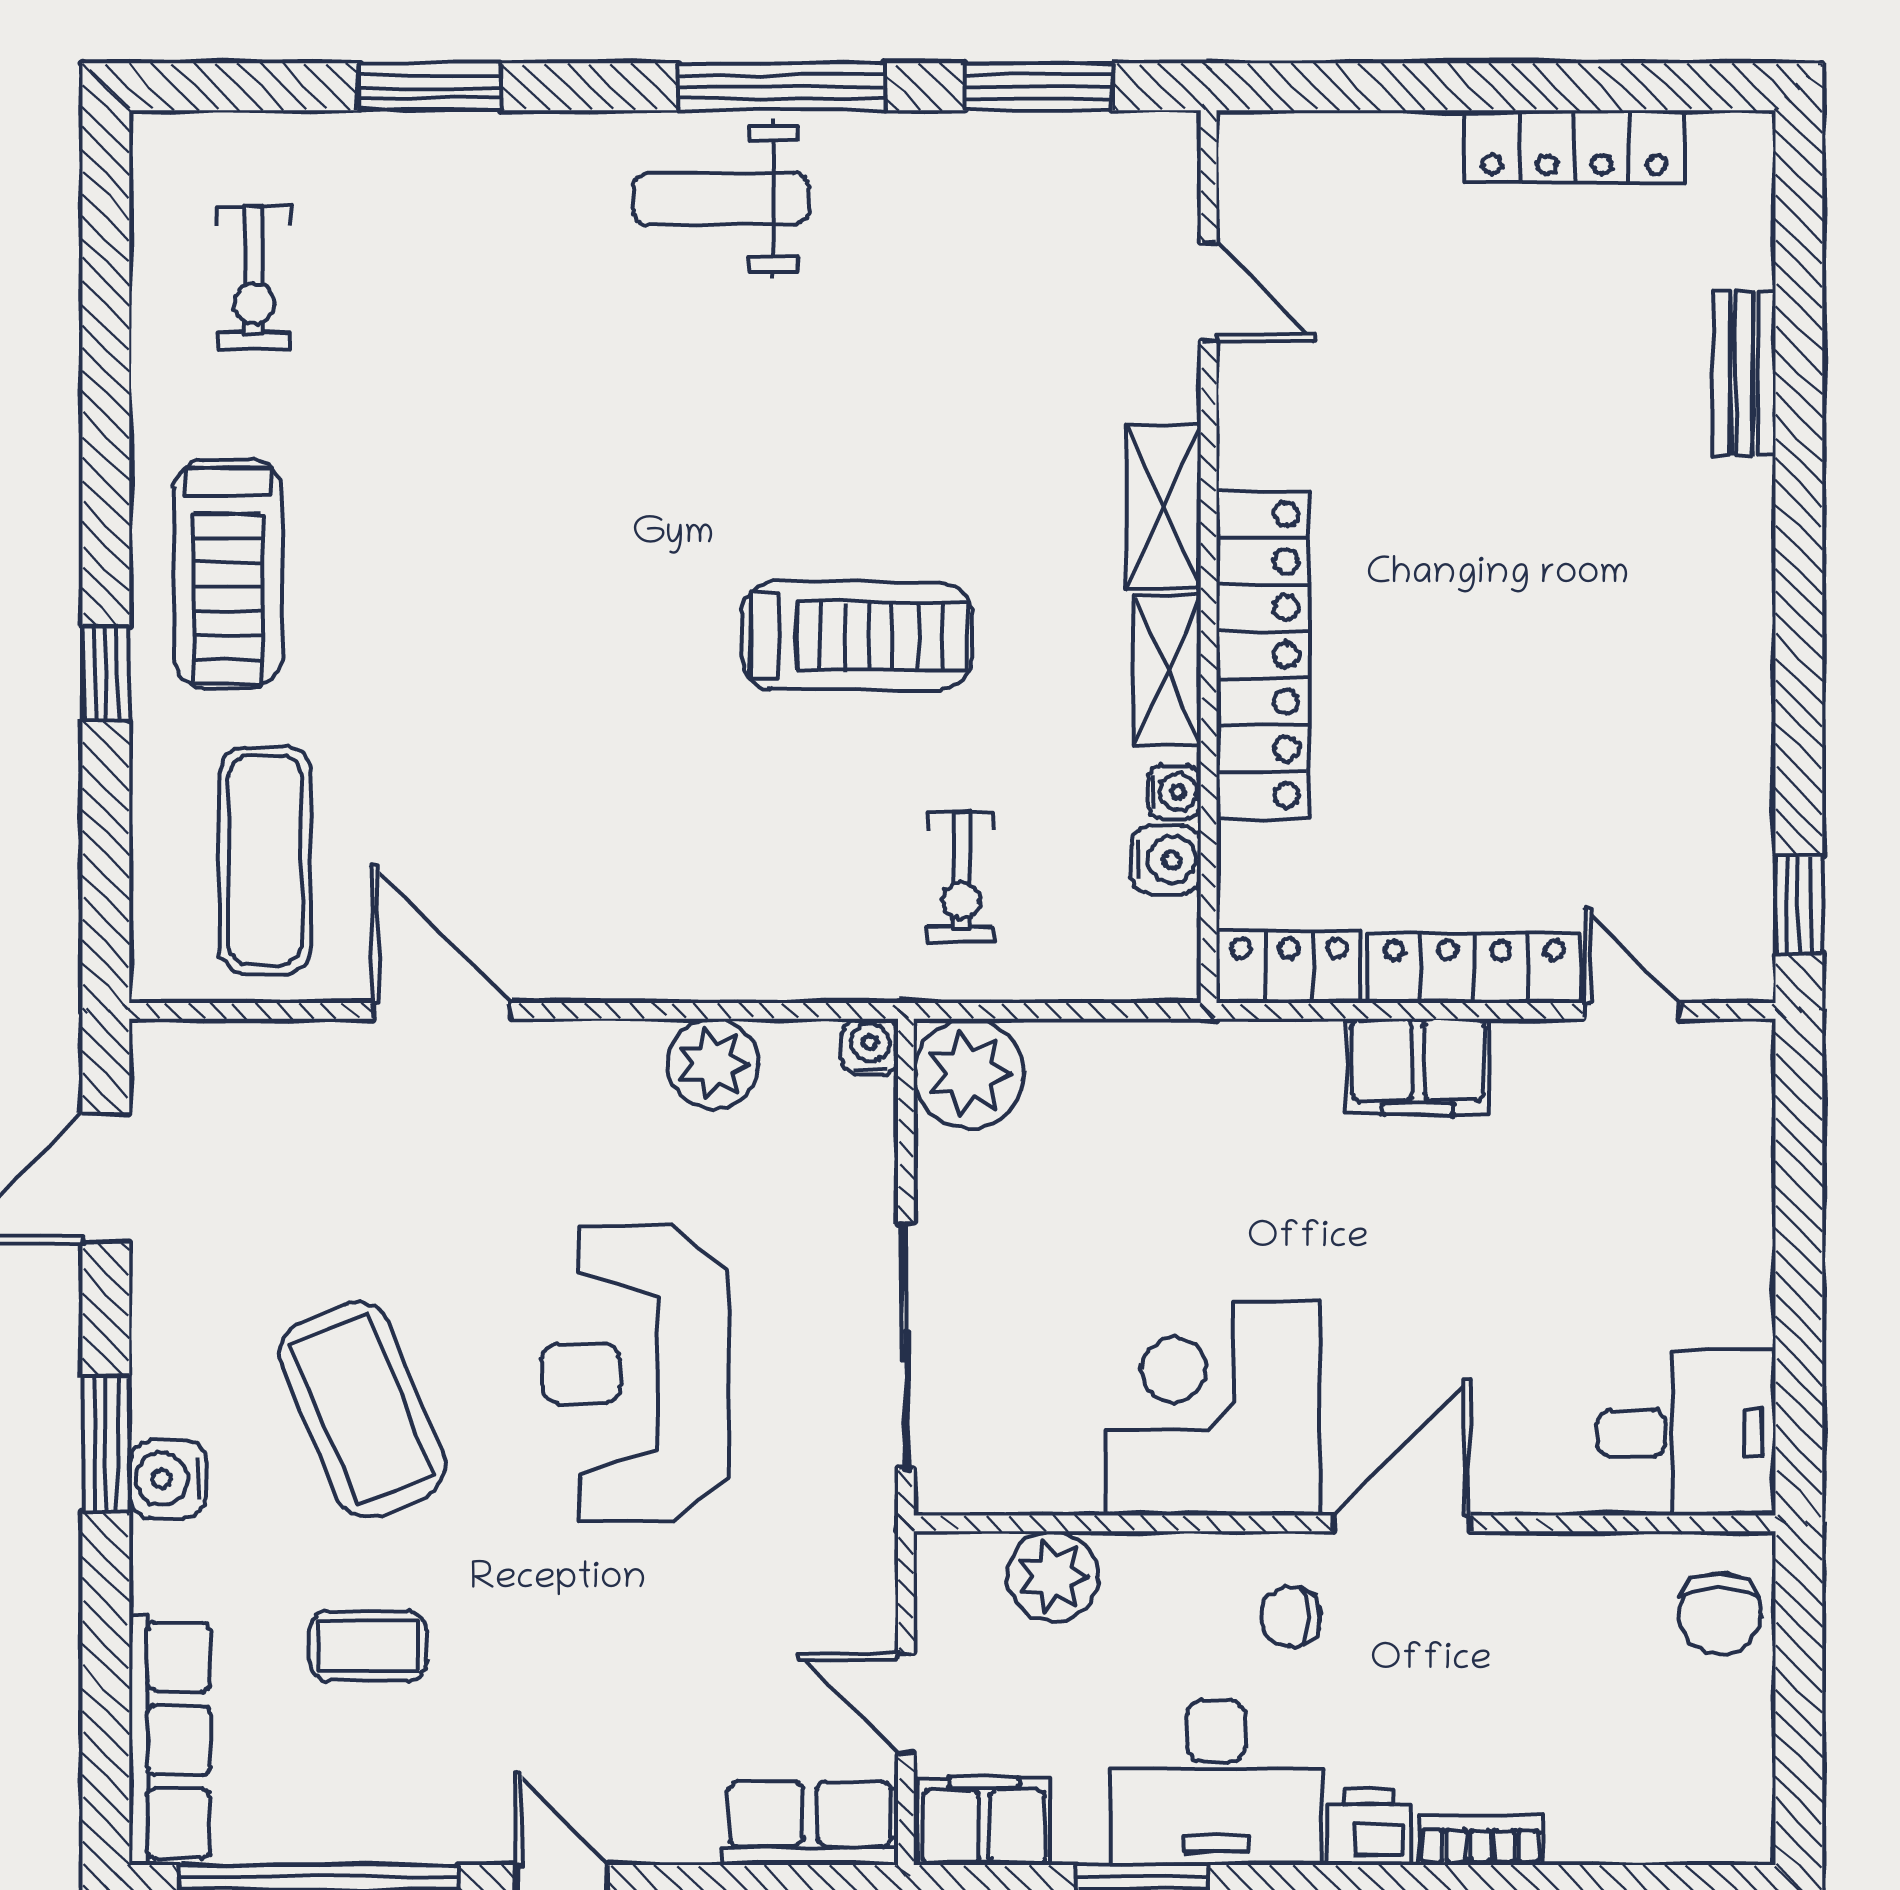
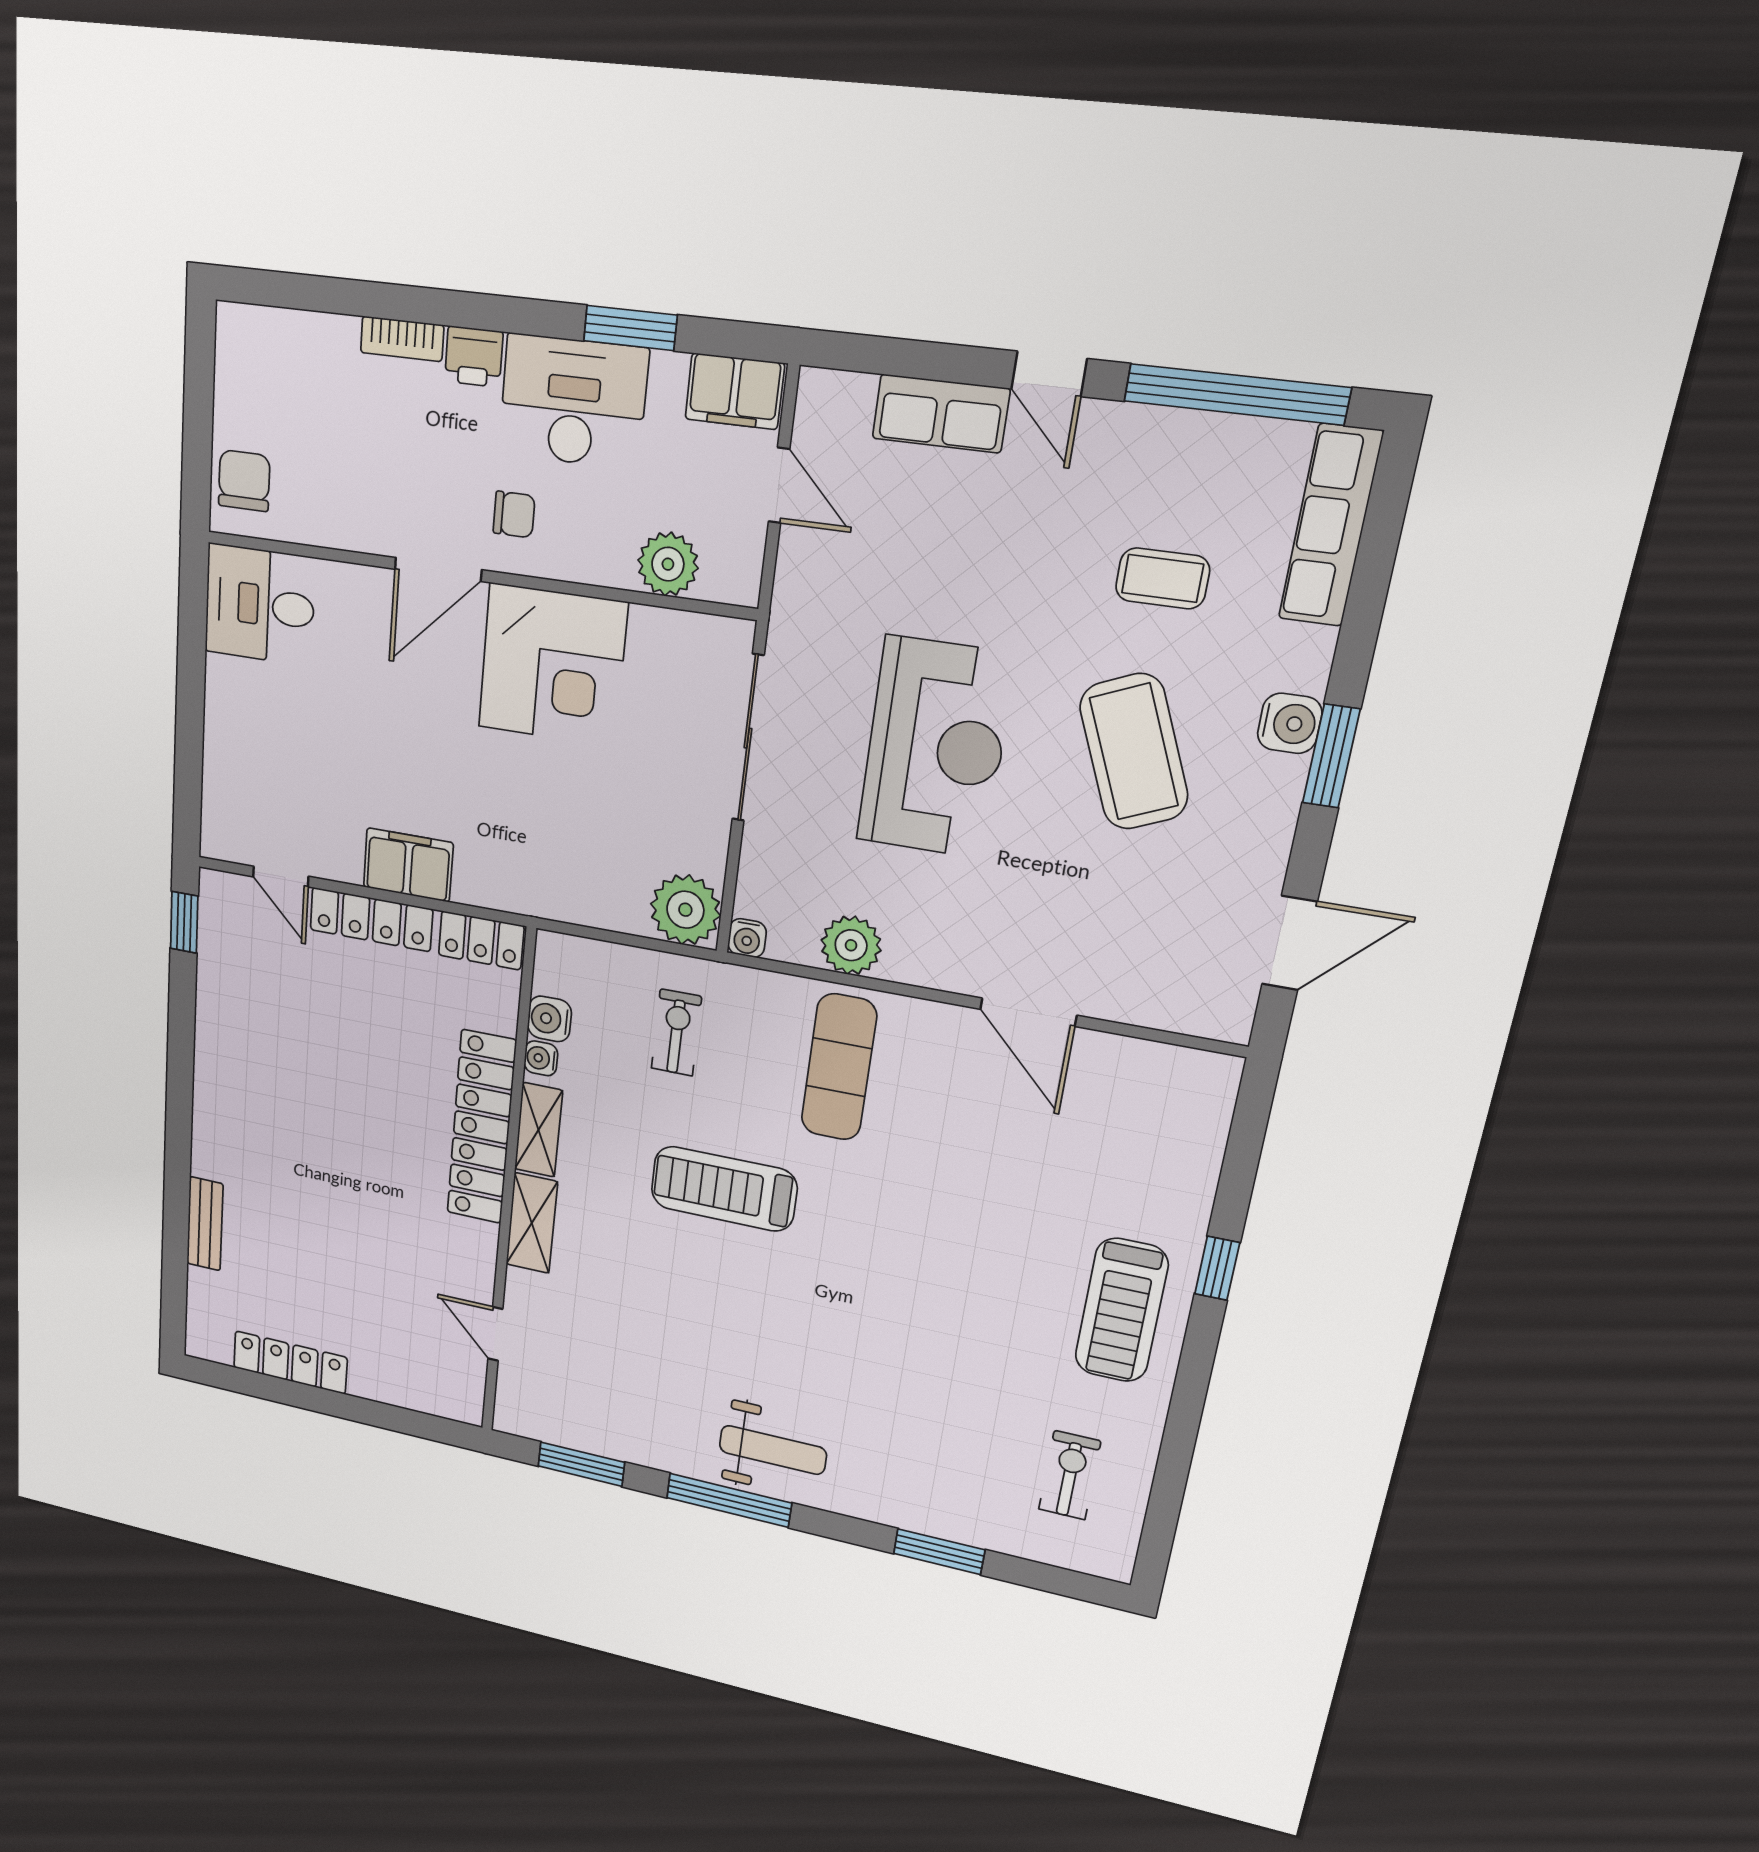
treadmill: (228, 573) -> (1121, 1310), turned 180
exercise mat: (265, 860) -> (839, 1067), moved
row of seats: (810, 1823) -> (941, 414), moved

